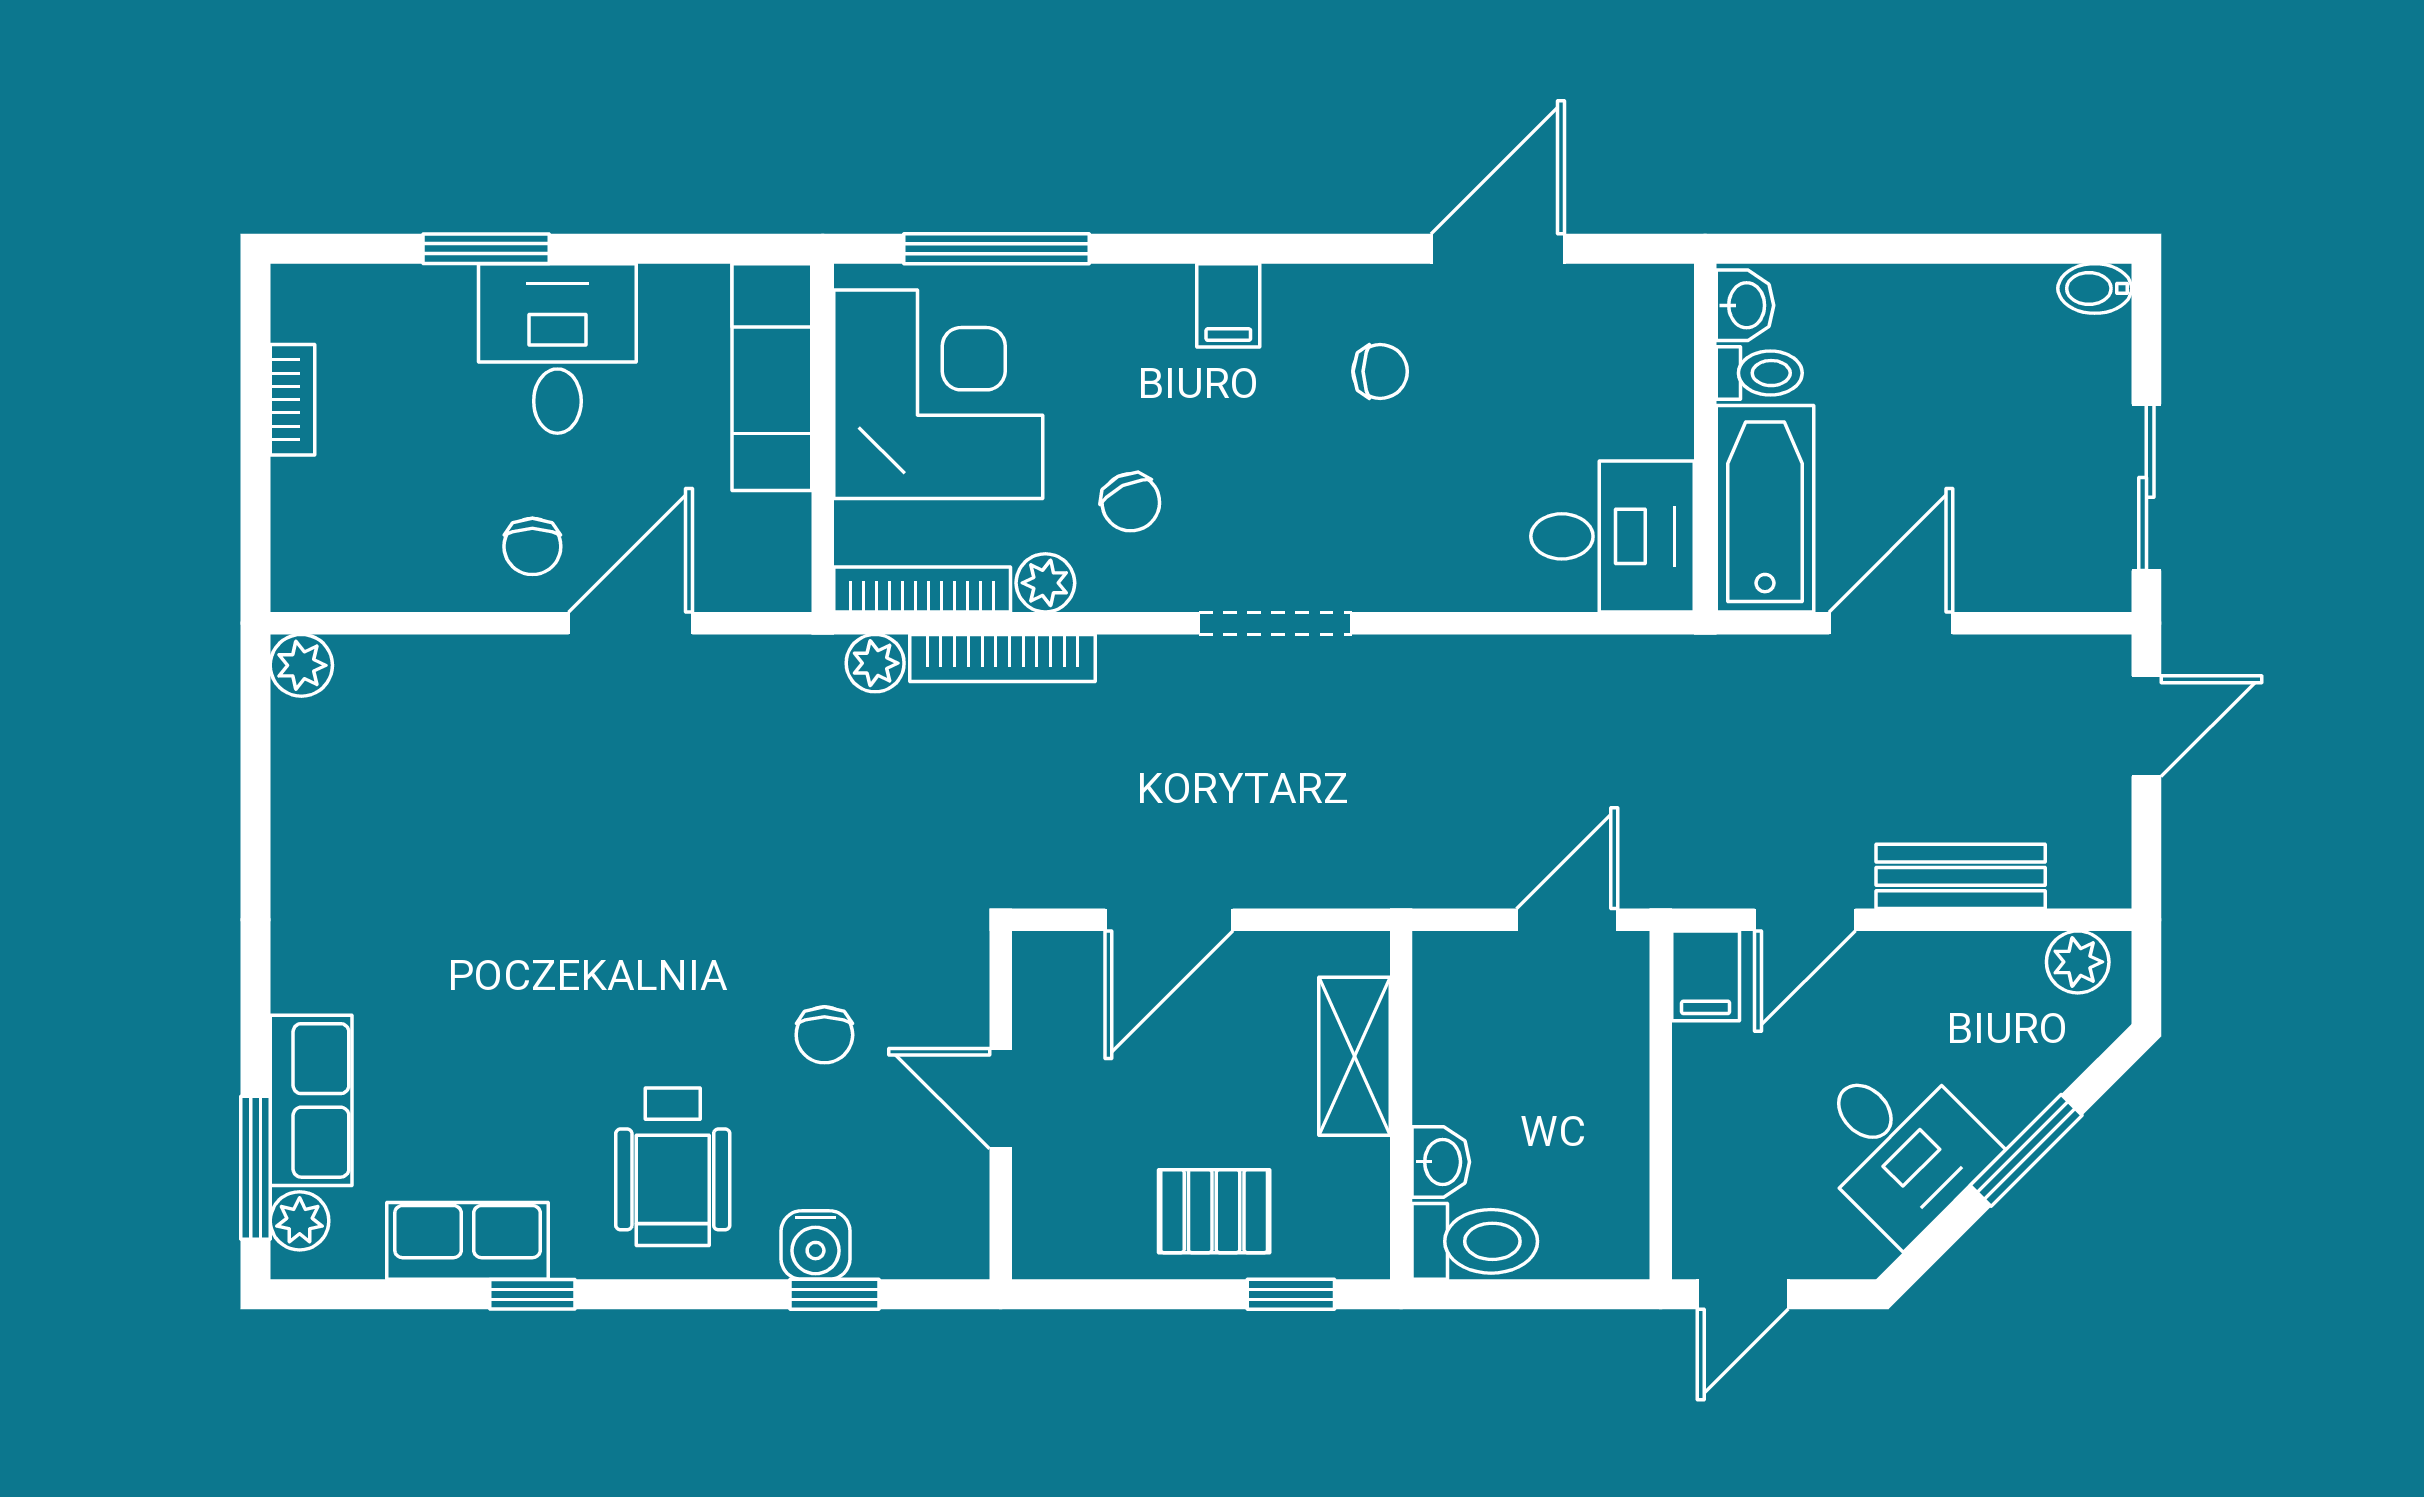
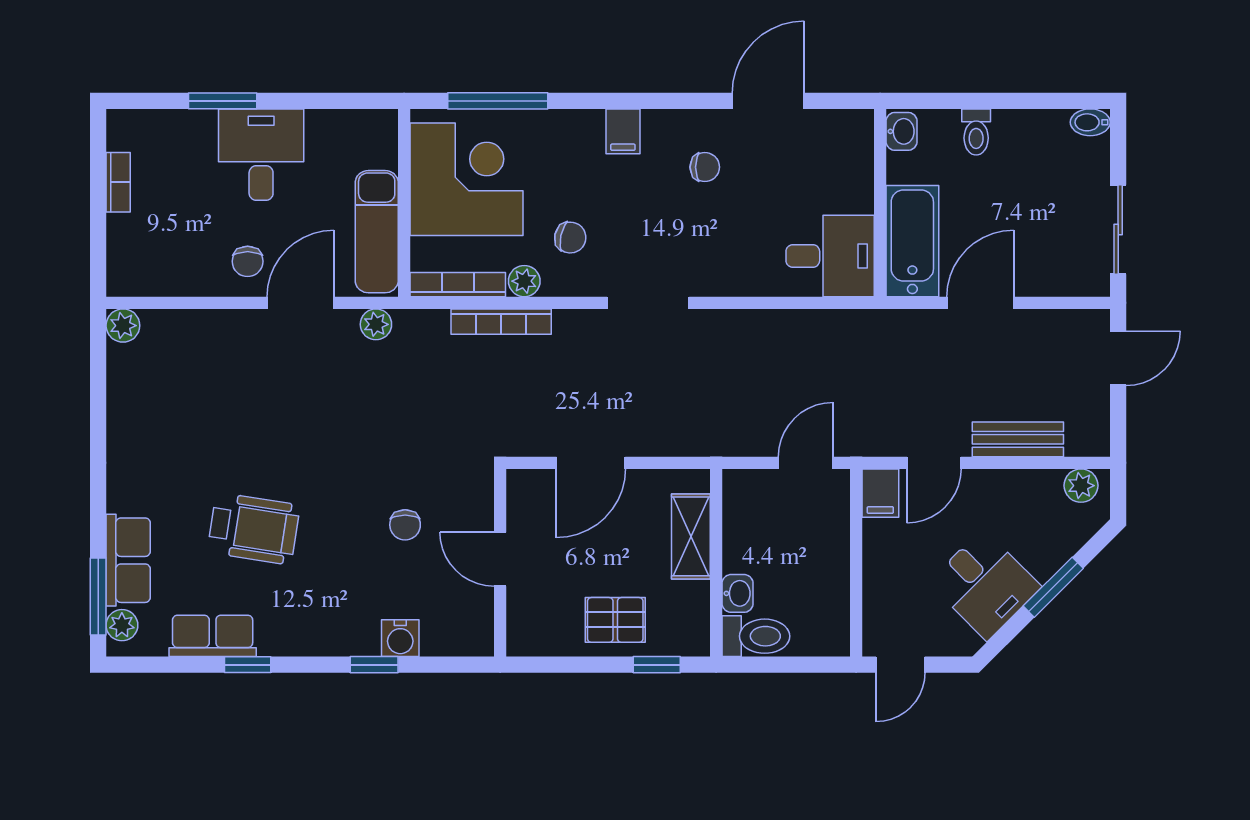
toilet: (1759, 373) -> (976, 132), moved, turned 90
exam couch: (772, 377) -> (377, 232), moved
chair: (1131, 502) -> (570, 238), turned -52
plant: (875, 663) -> (376, 324), moved
wheelchair: (673, 1167) -> (254, 529), moved, turned -81
window: (834, 1294) -> (374, 665), moved

